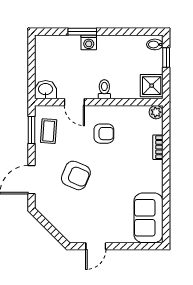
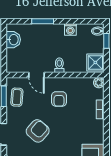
washing machine: (89, 42) -> (70, 29), moved
washbasin: (46, 90) -> (13, 40), moved, turned 90
armchair: (104, 134) -> (59, 99), turned 90
armchair: (76, 175) -> (38, 131), turned -72

